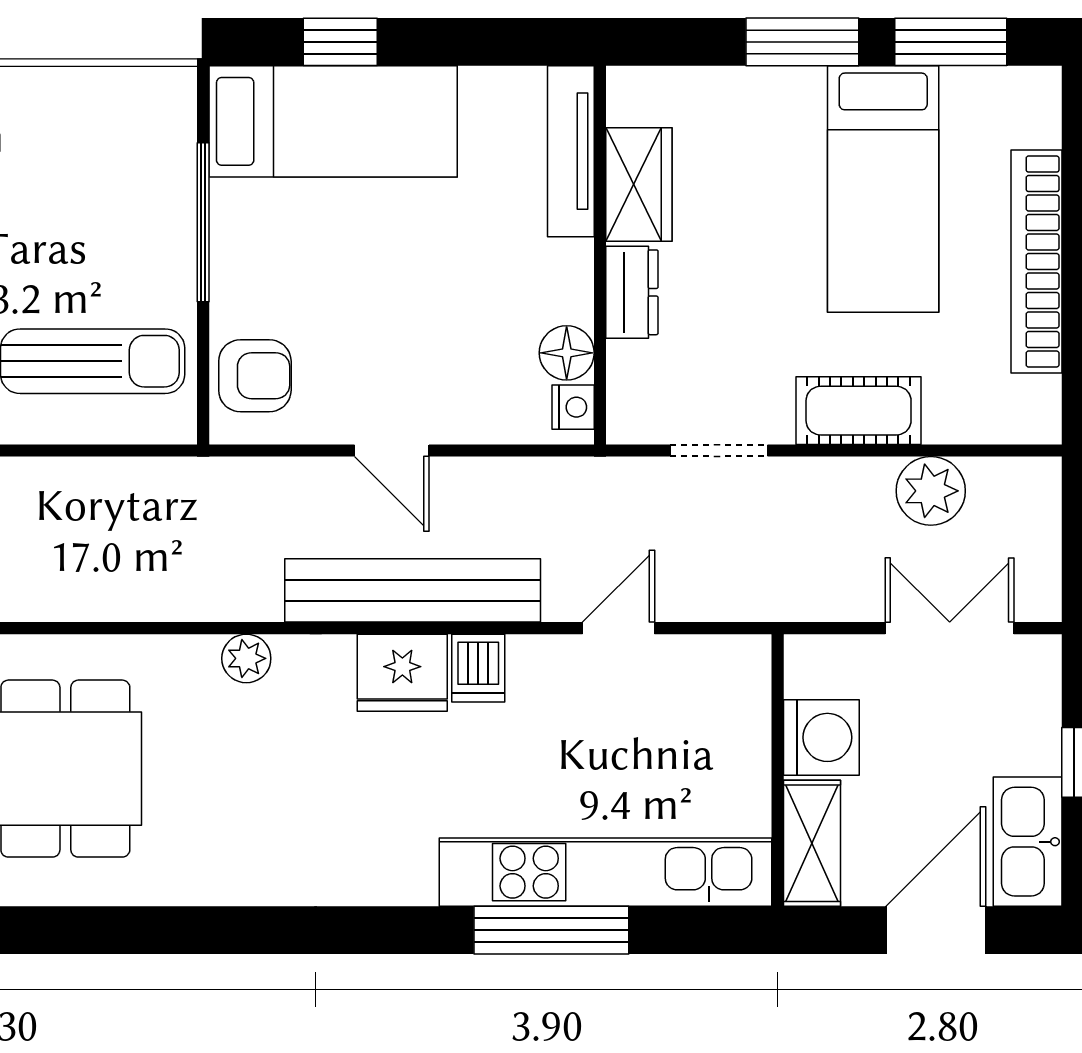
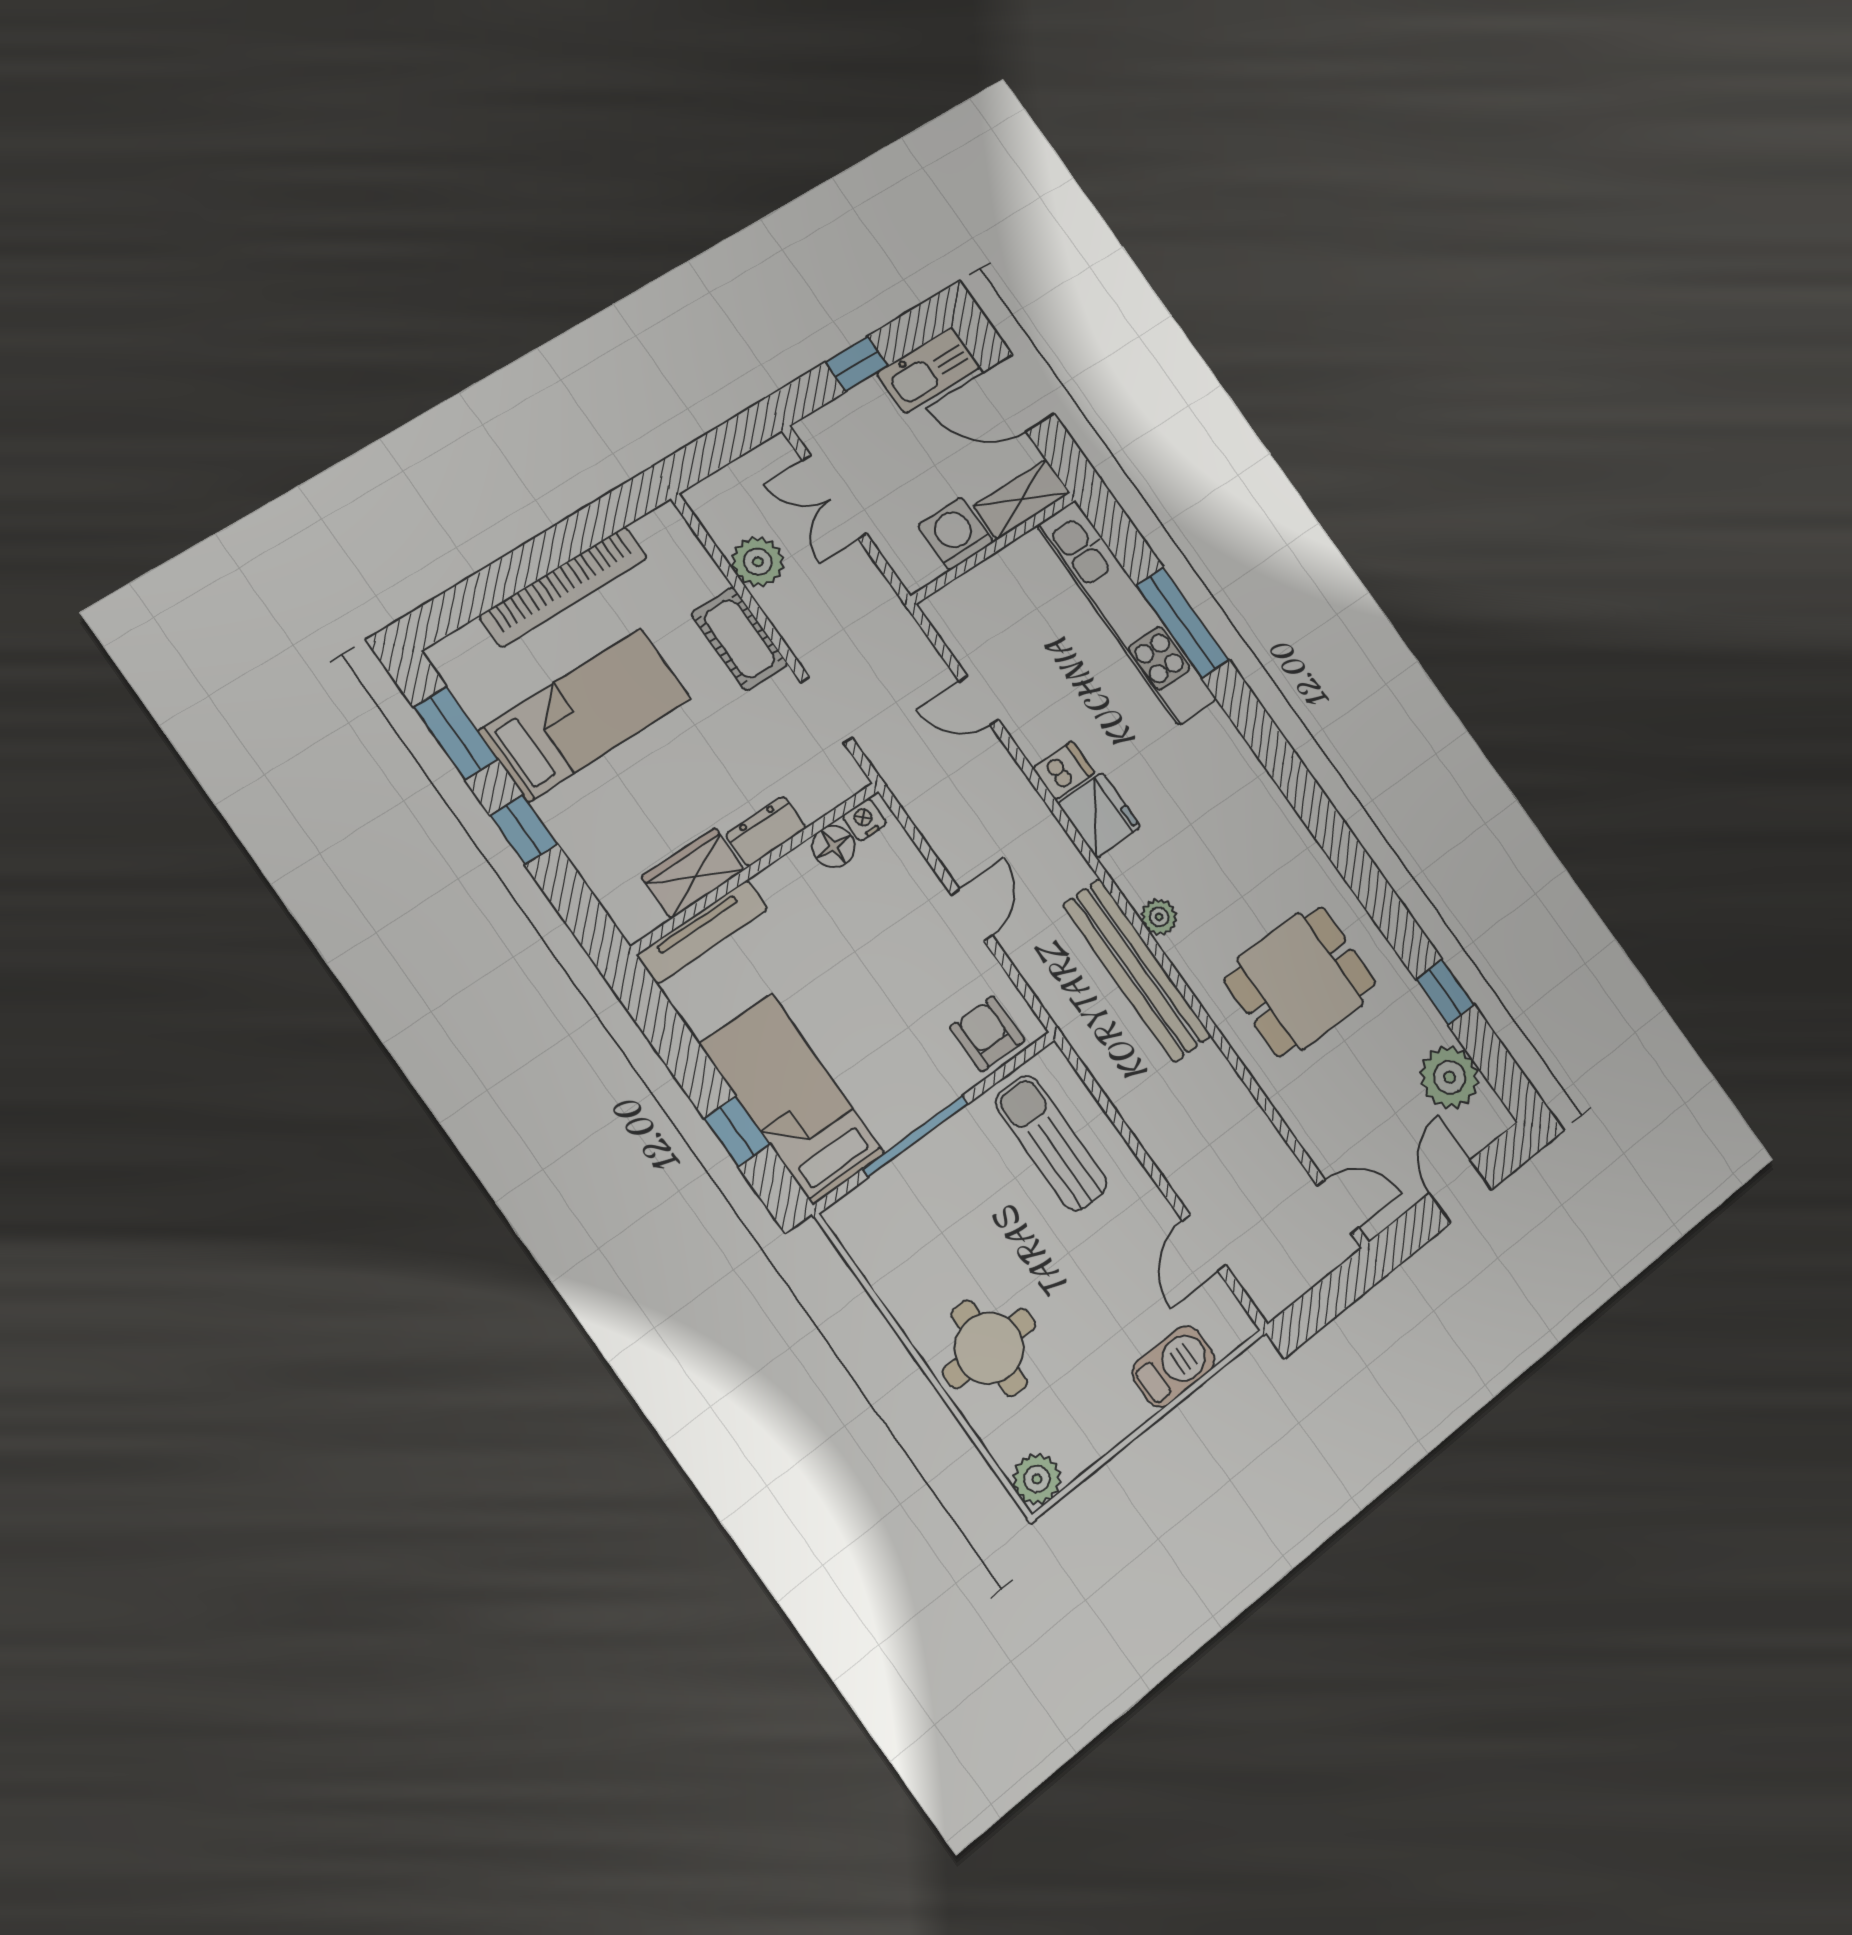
window: (802, 42) -> (524, 830), width x0.67
bench: (413, 590) -> (1137, 970), moved

